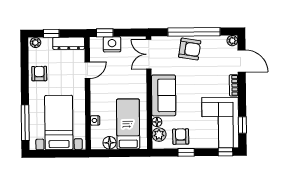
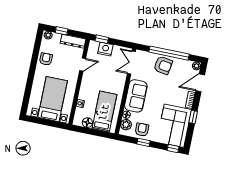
door: (242, 61) -> (200, 83), swing flipped
window: (25, 123) -> (27, 94), removed
window: (242, 125) -> (193, 117), moved

